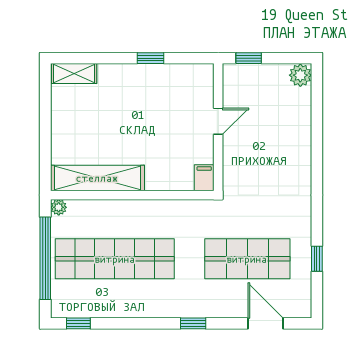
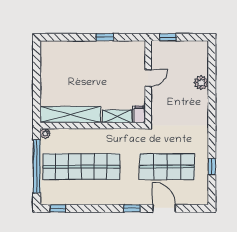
shelving: (74, 74) -> (117, 116), moved
plant: (300, 75) -> (201, 83), moved
door: (266, 323) -> (164, 208), moved

